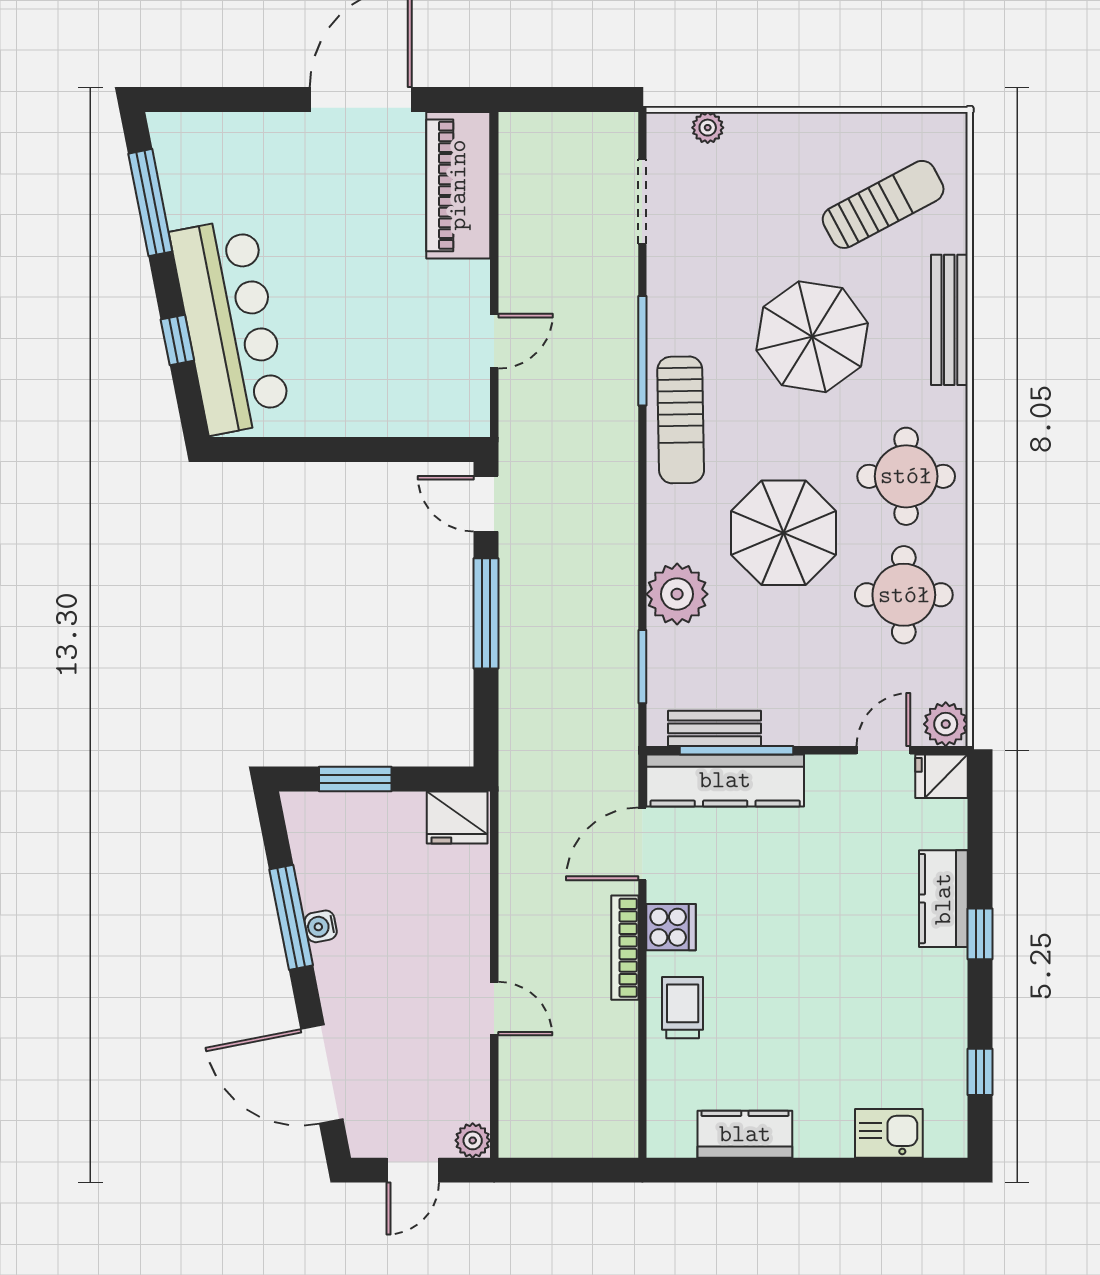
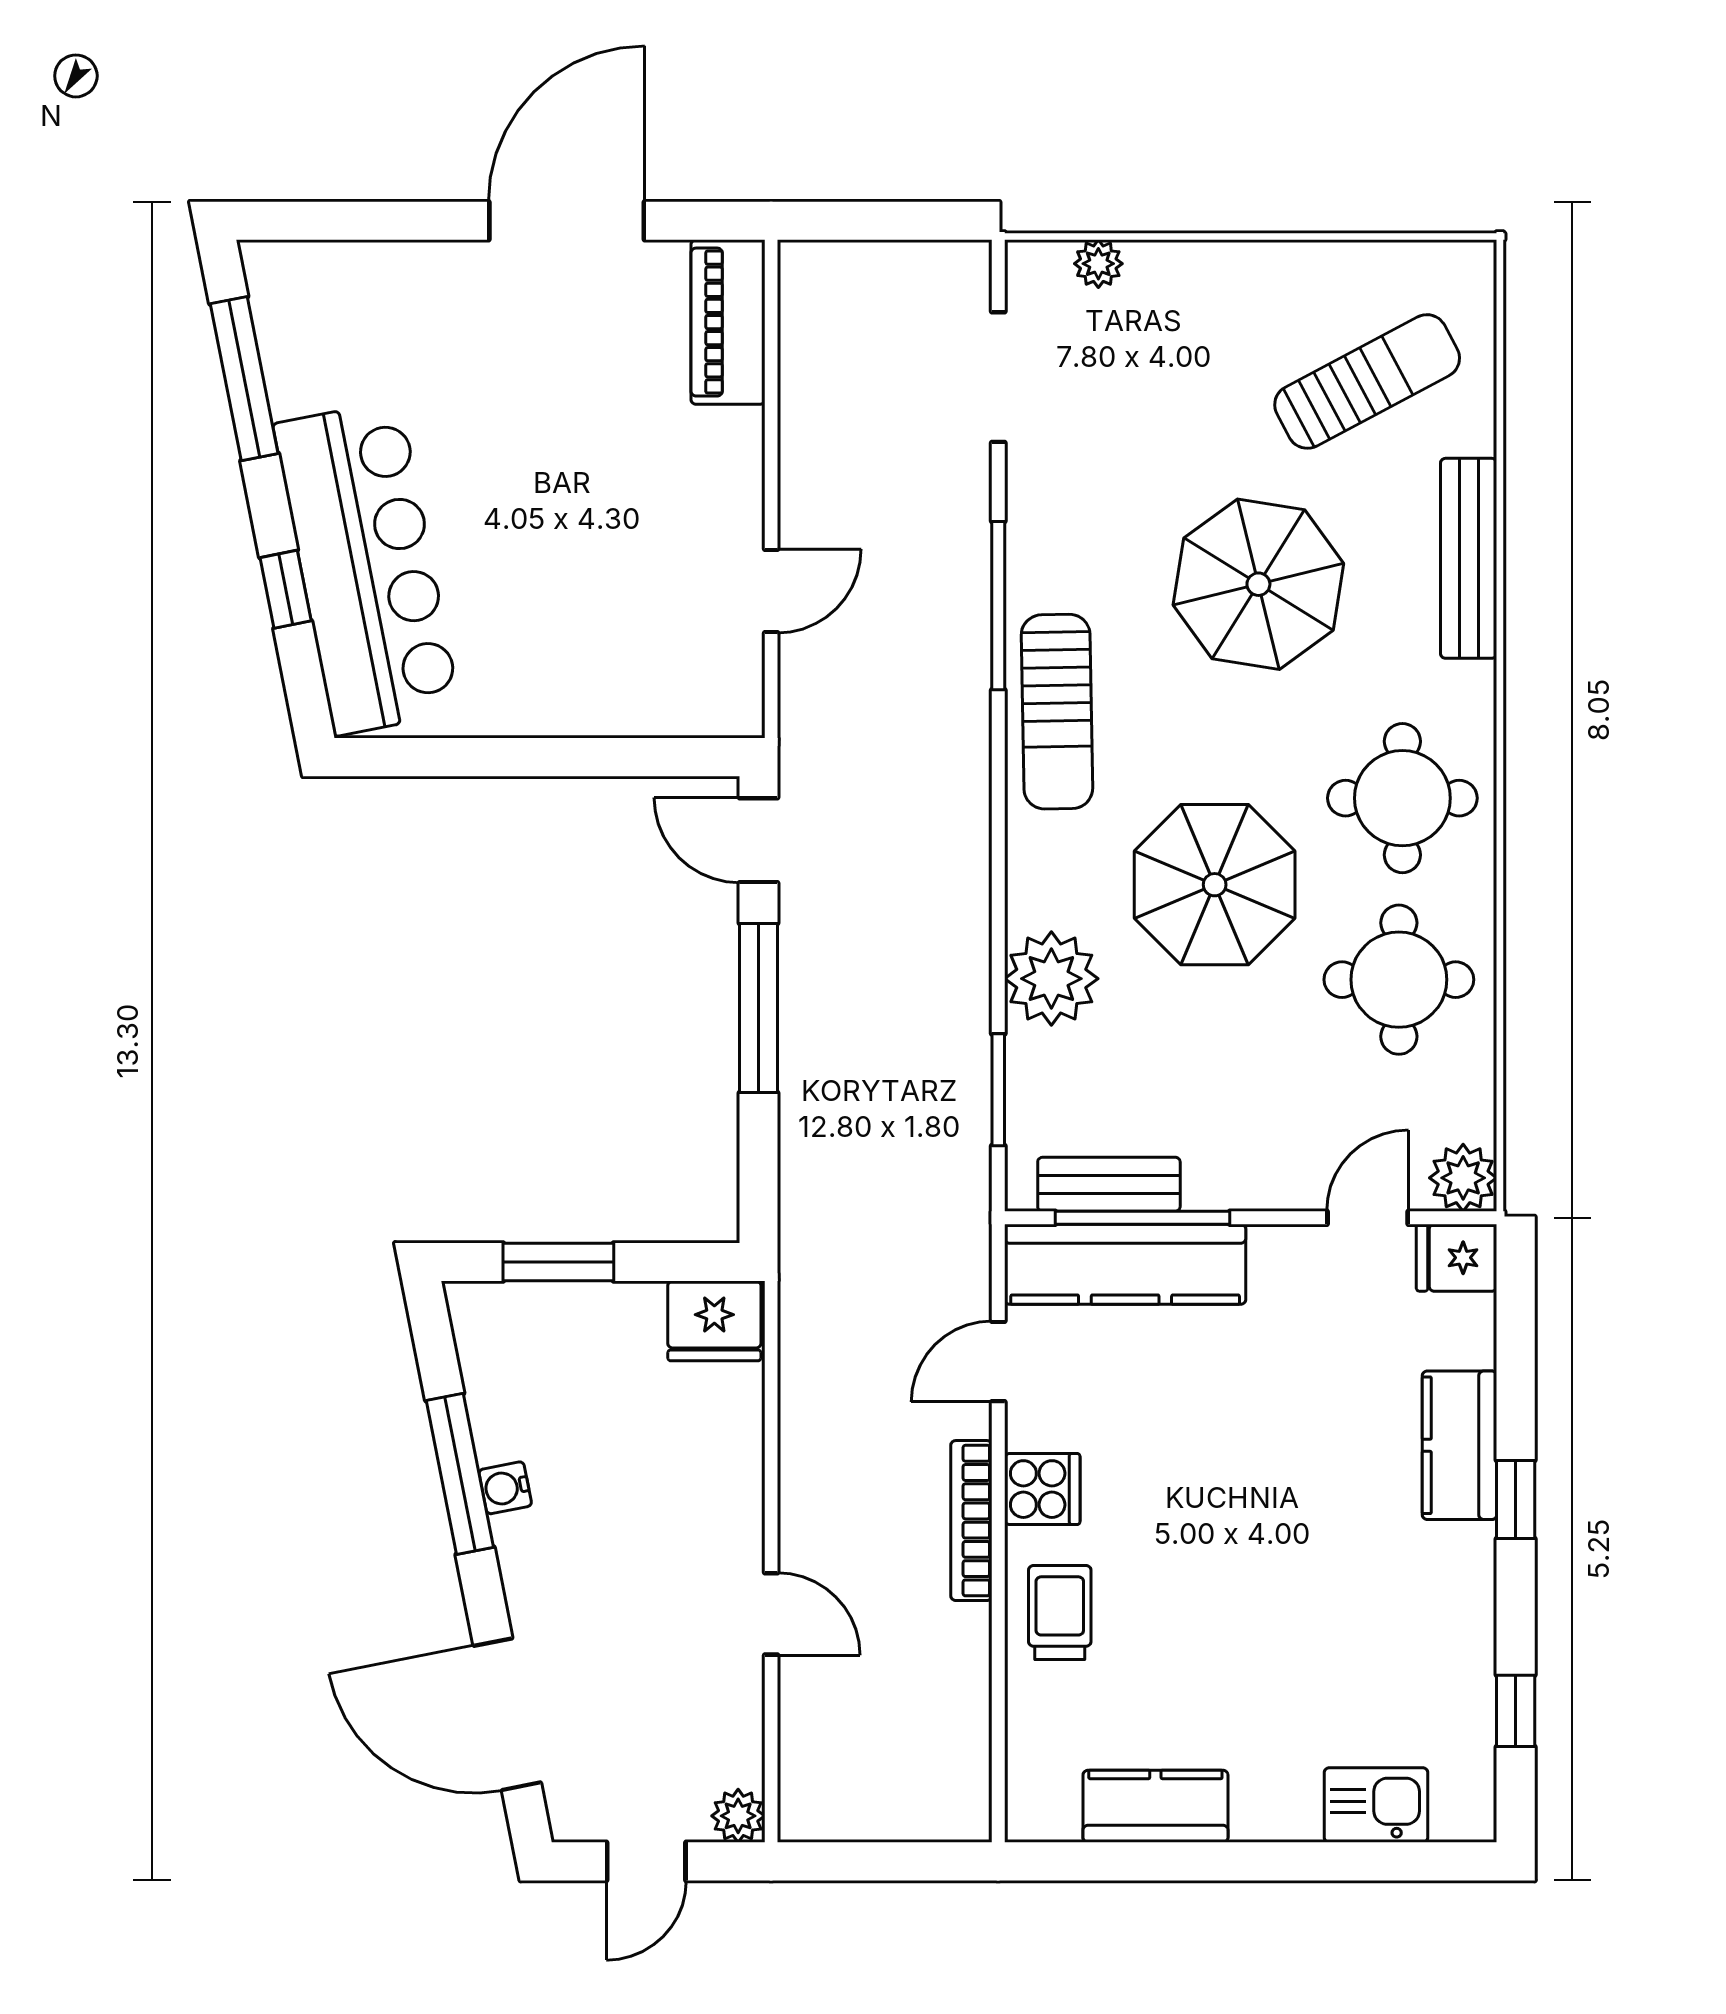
piano: (458, 185) -> (728, 322), width x0.73, depth x0.75
door: (642, 844) -> (998, 1361), width x0.73

